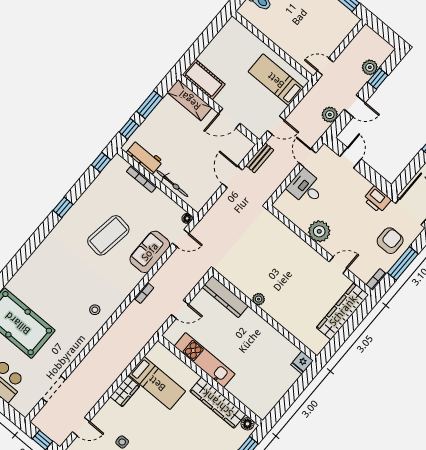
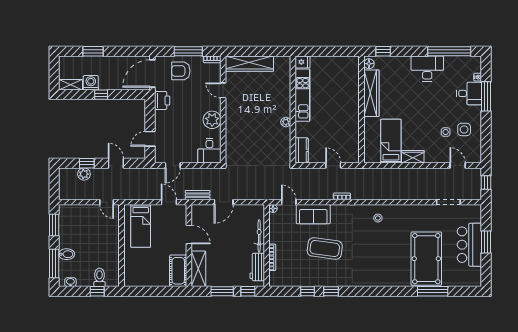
plant: (330, 115) -> (134, 174), removed
window: (101, 162) -> (308, 291), moved
desk: (306, 188) -> (209, 151), moved
kitchen counter: (225, 297) -> (302, 150), width x0.67
kitchen unit: (205, 360) -> (303, 95), moved, turned 180

